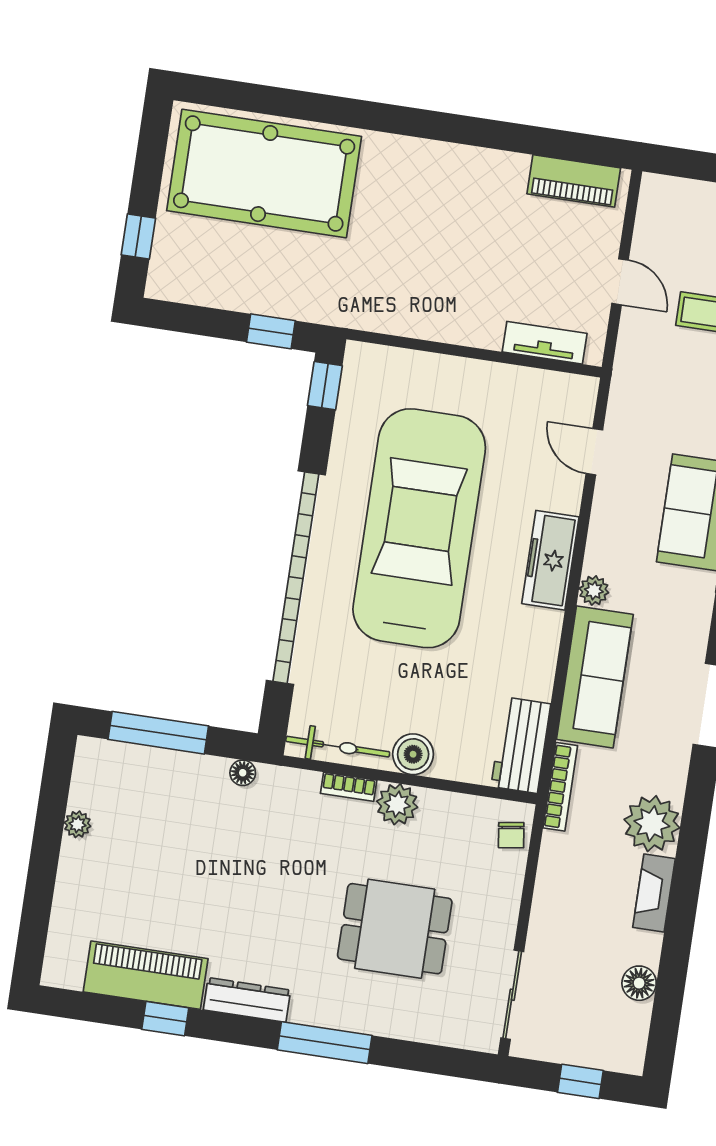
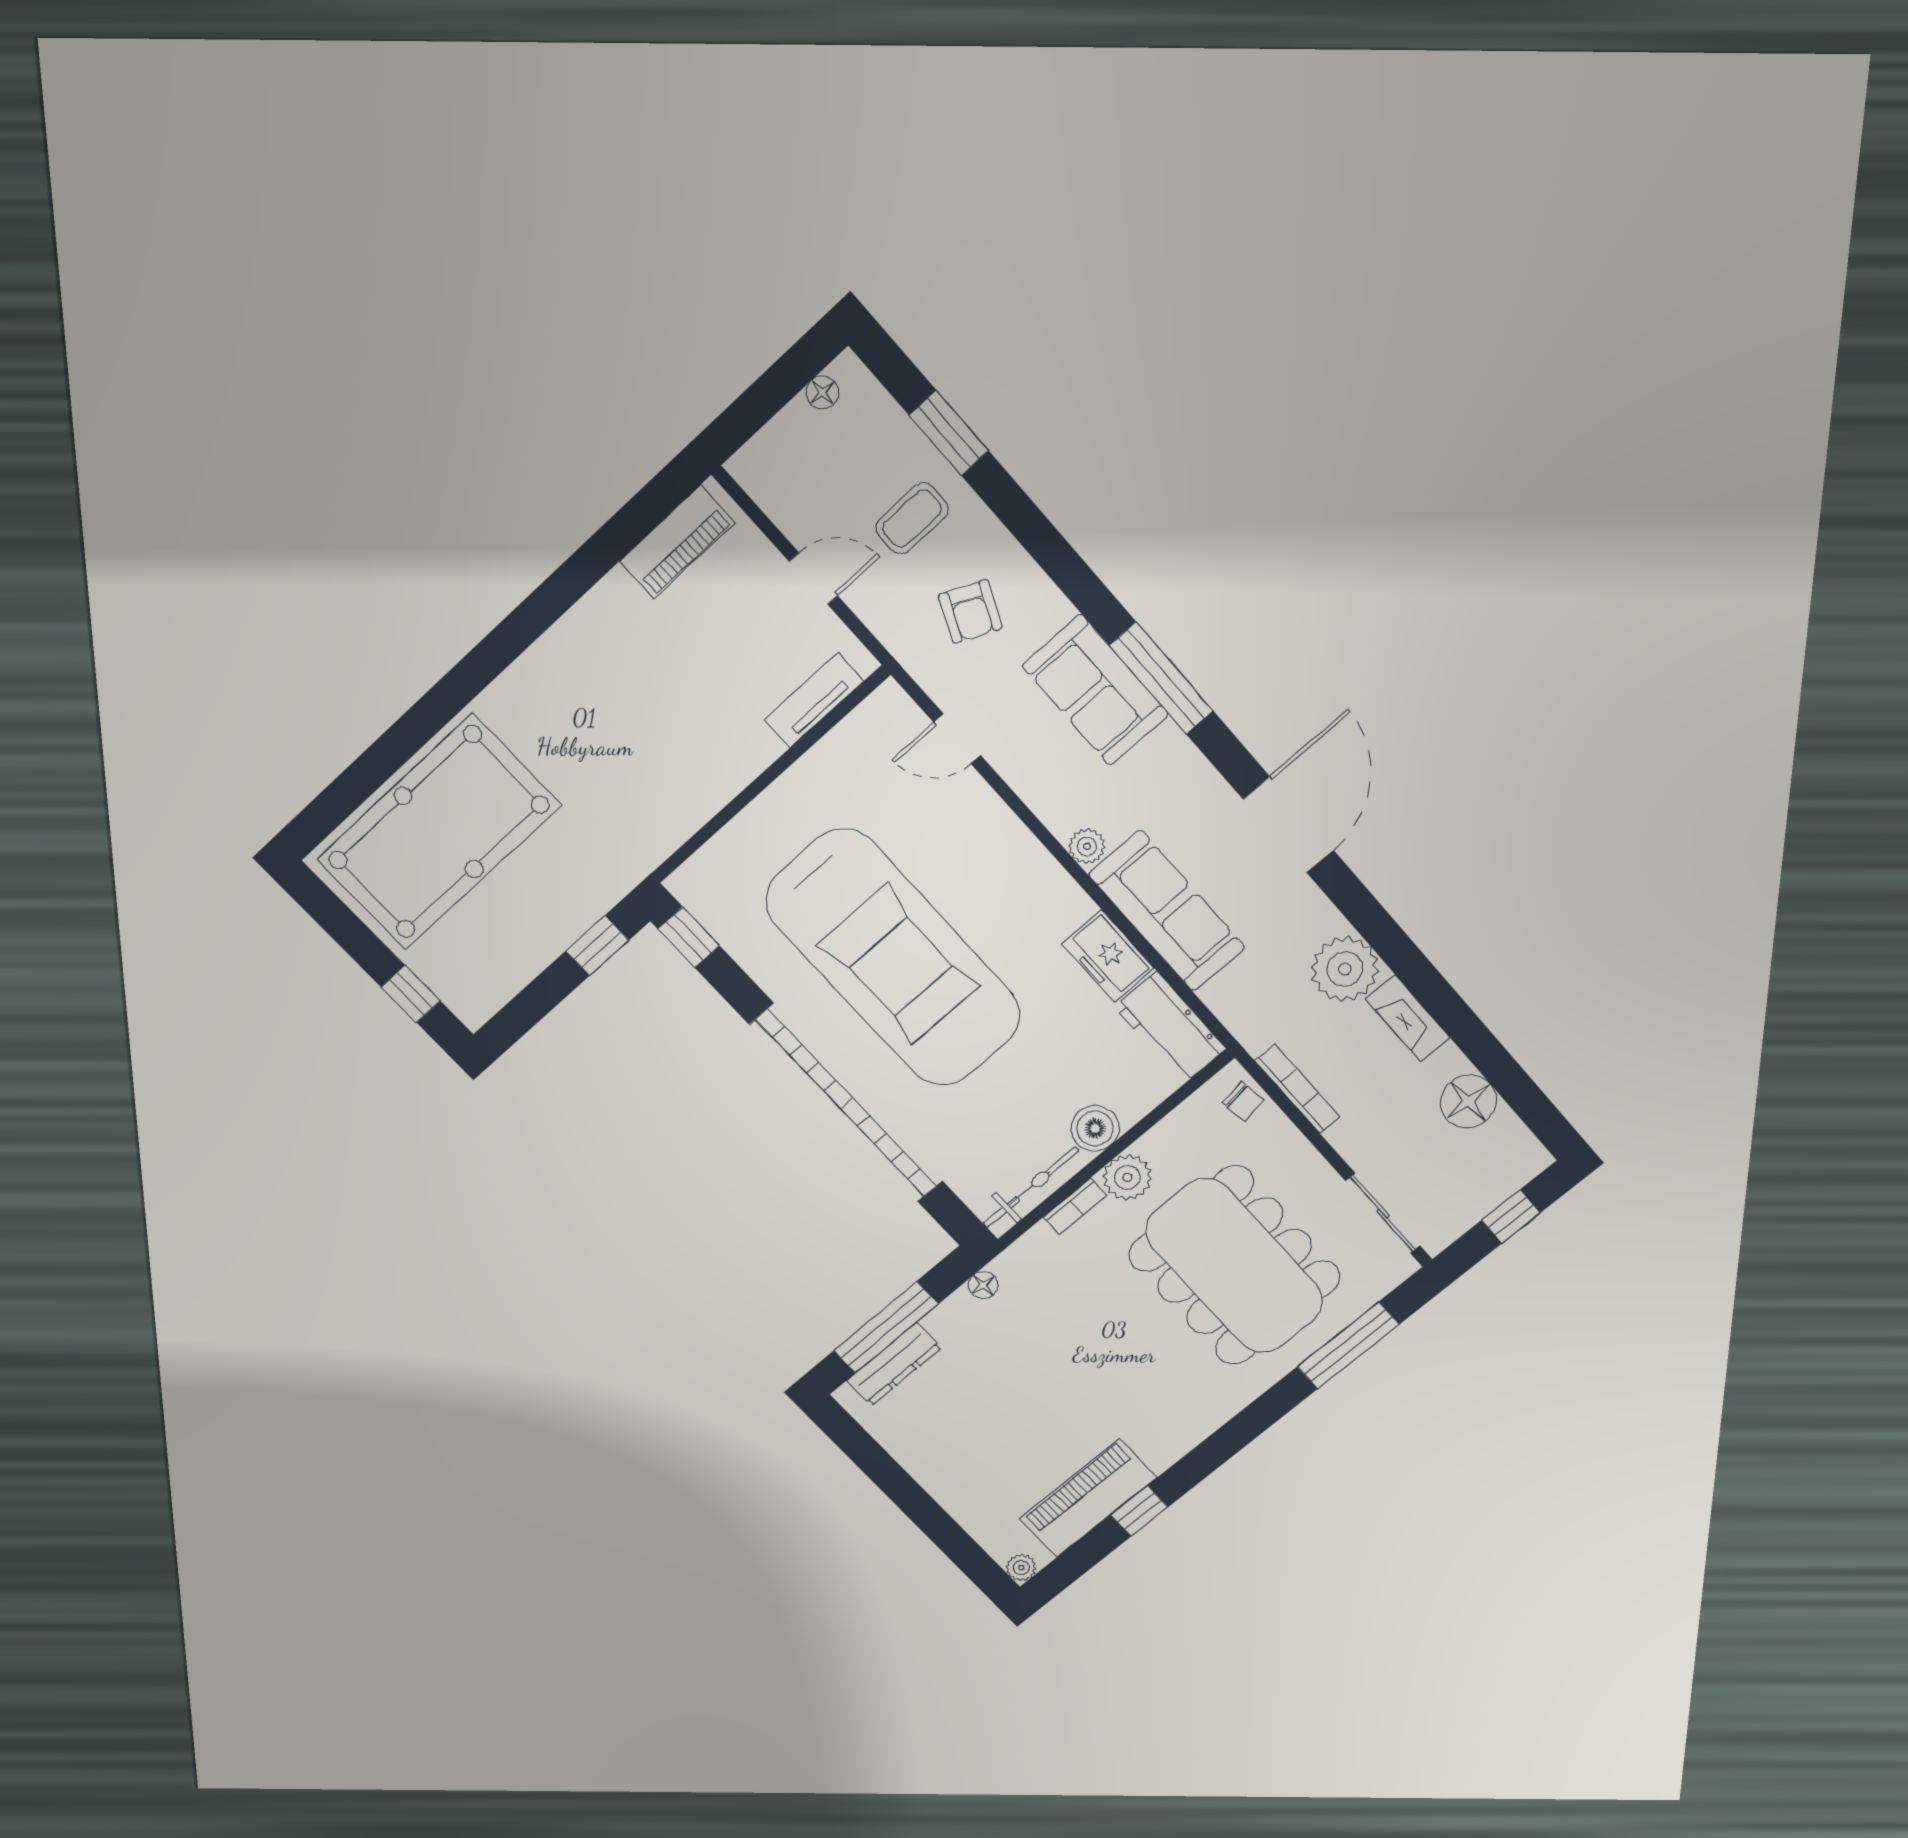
armchair: (680, 395) -> (970, 611), added
car: (419, 528) -> (894, 959), turned 180
freezer: (550, 560) -> (1108, 956), moved, width x0.71
bookcase: (560, 787) -> (1298, 1089), moved
plant: (77, 824) -> (1021, 1568), moved
dining table: (395, 929) -> (1235, 1266), width x1.87, depth x1.24
floor lamp: (639, 983) -> (1468, 1101), width x1.38, depth x1.38
dresser: (247, 1000) -> (894, 1364), moved, turned 180
window: (325, 1043) -> (1348, 1346), moved

